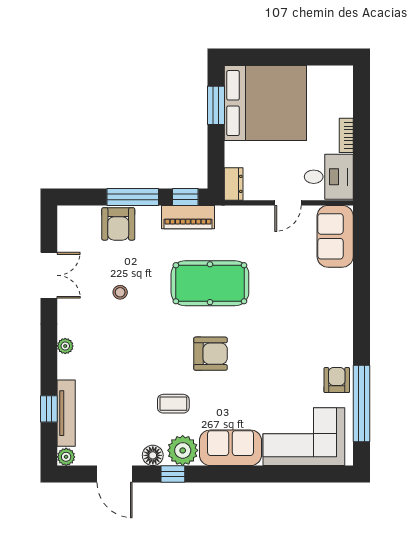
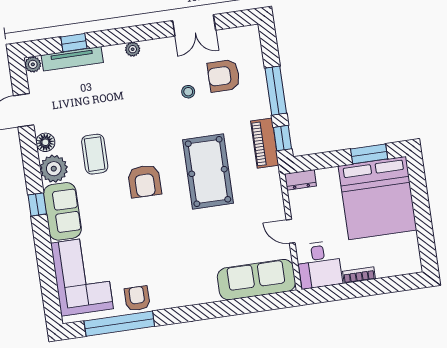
armchair: (118, 224) -> (224, 76), moved
sofa: (335, 236) -> (256, 280), width x1.36
armchair: (337, 380) -> (137, 298), turned -90
coffee table: (173, 404) -> (95, 154), width x1.36, depth x1.30
window: (173, 474) -> (37, 204), moved

